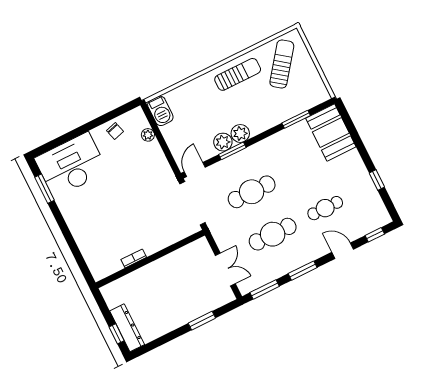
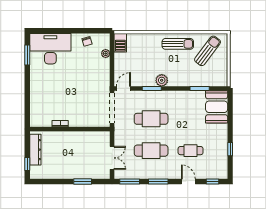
plant: (223, 142) -> (149, 80), removed
dresser: (127, 328) -> (35, 150), moved

